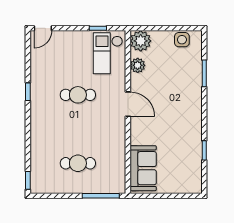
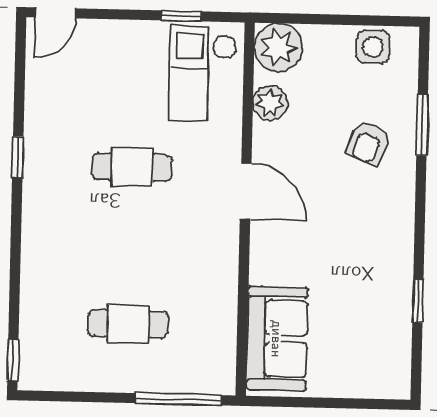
armchair: (181, 82) -> (368, 143), added

